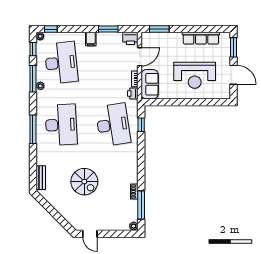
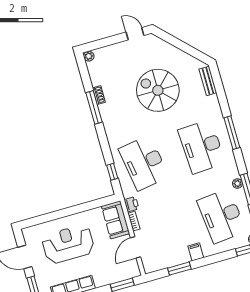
printer: (130, 38) -> (152, 265), removed
spiral stairs: (84, 182) -> (158, 90), width x1.37, depth x1.37
window: (141, 205) -> (94, 107), moved

